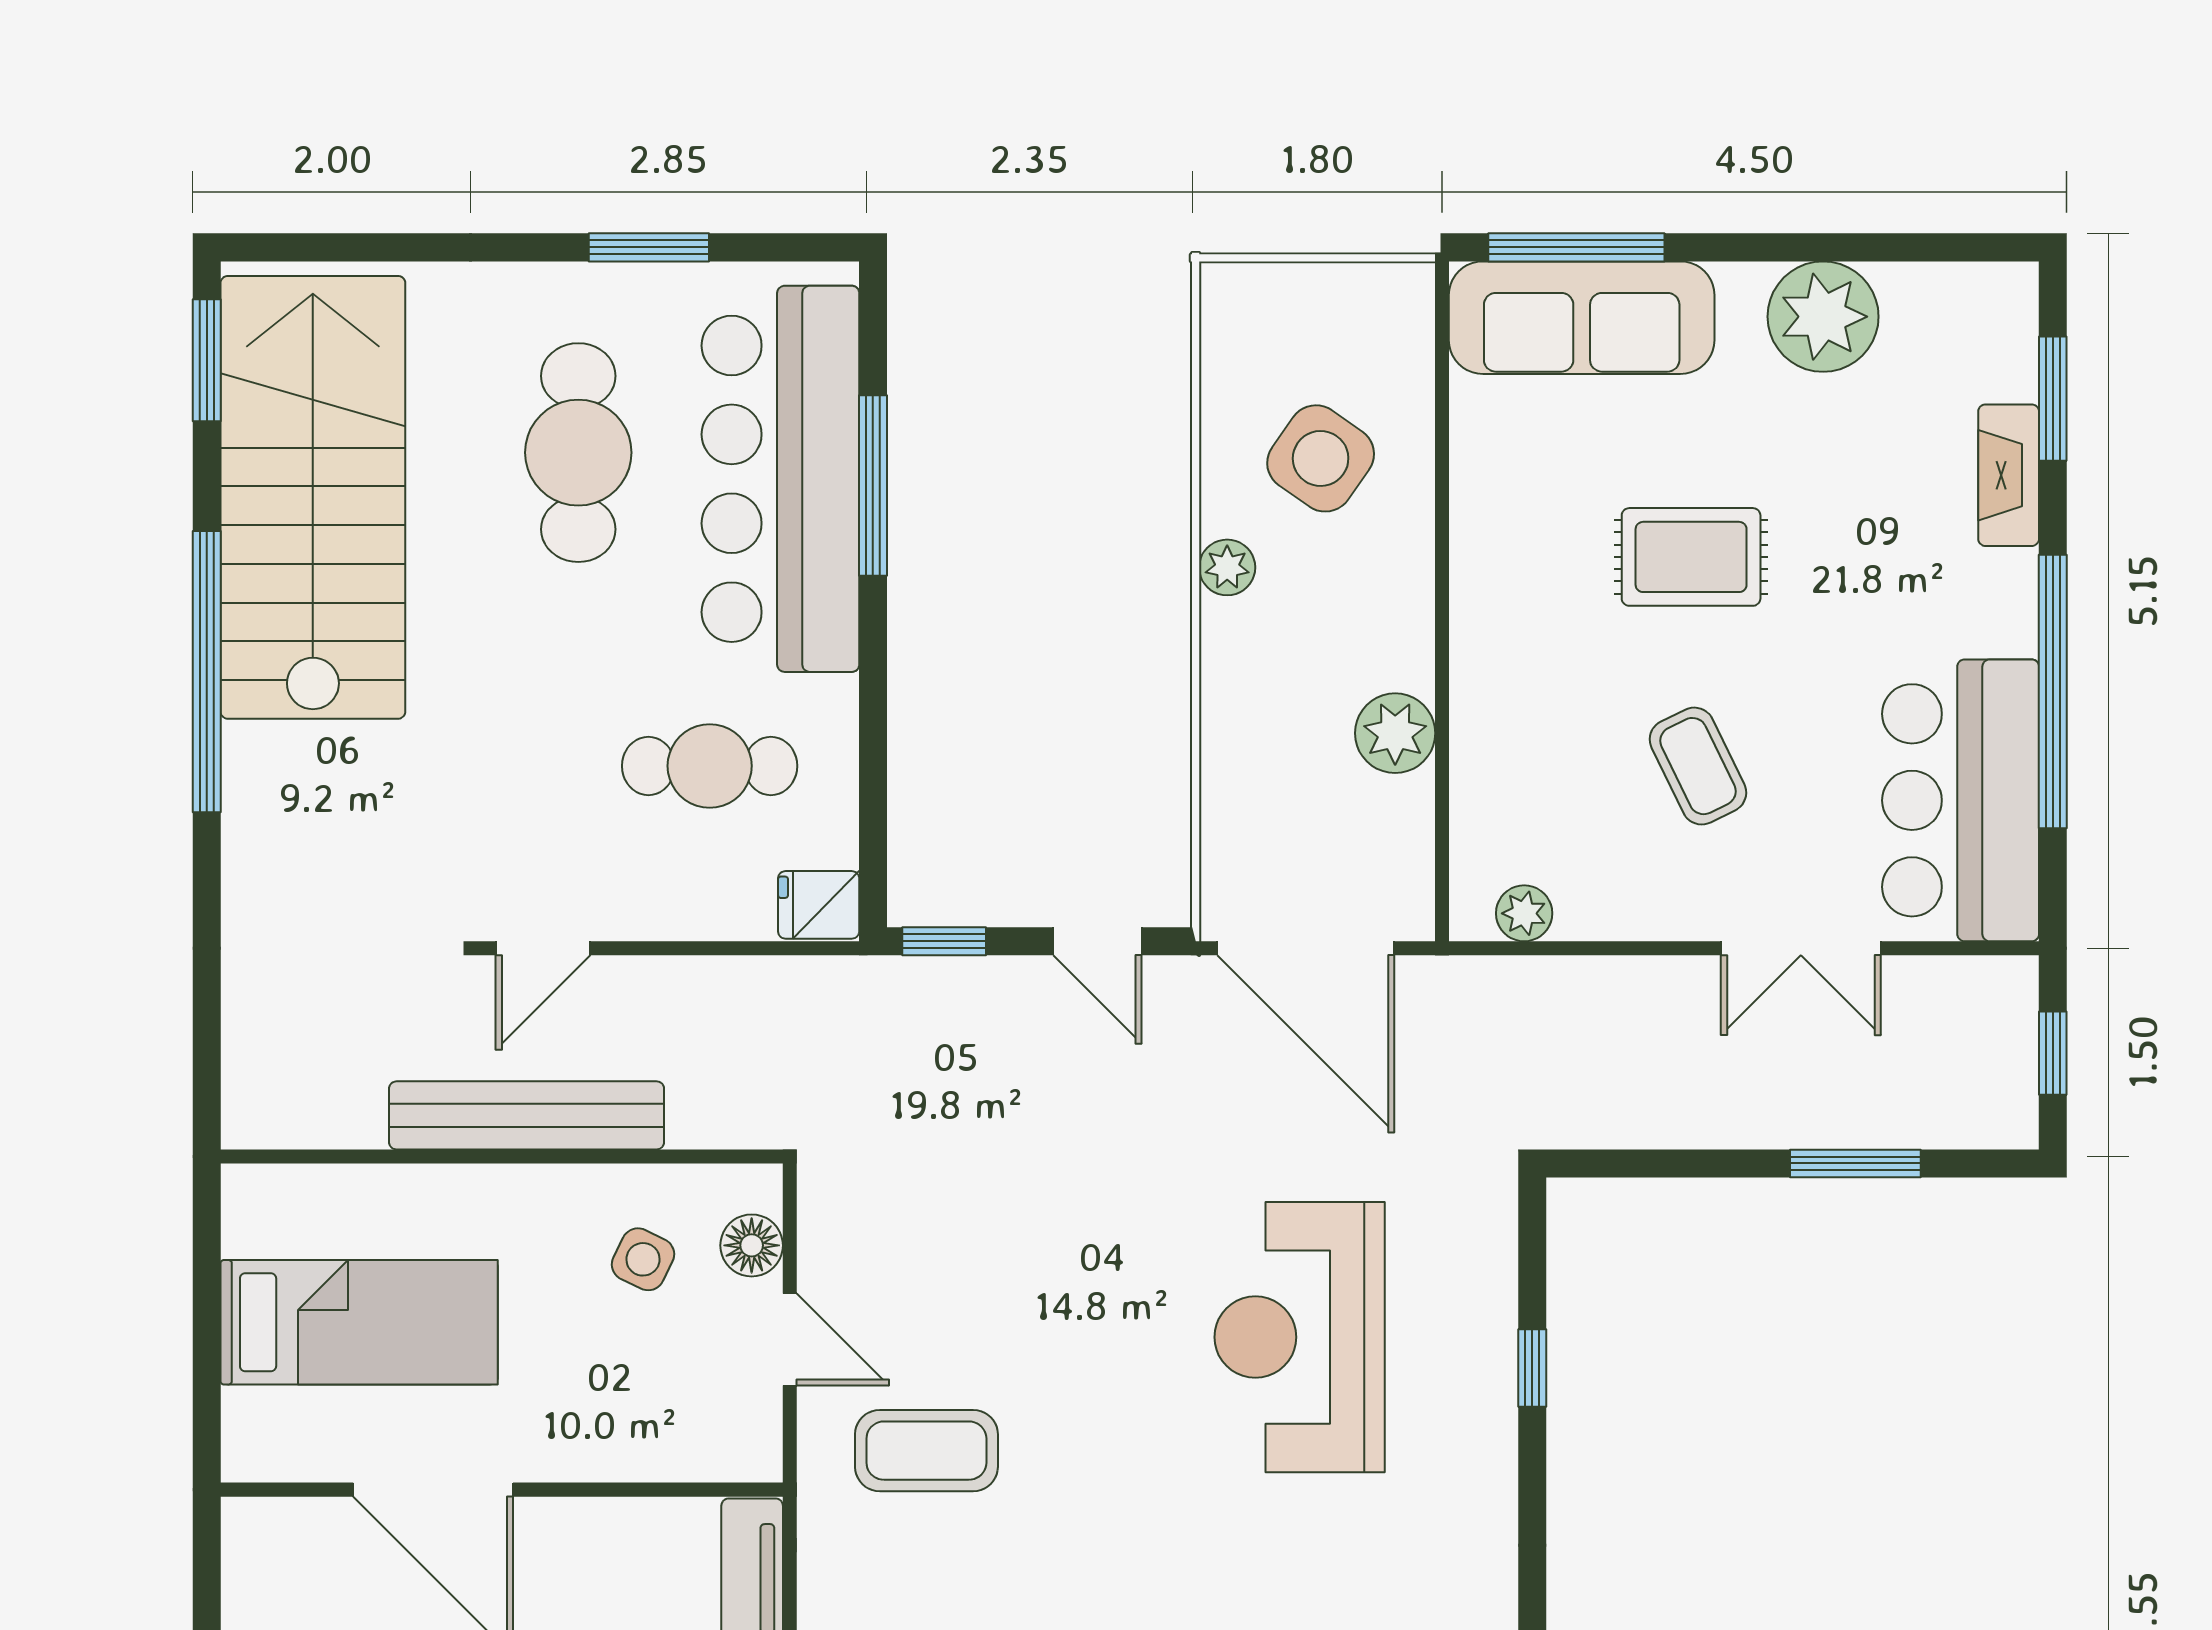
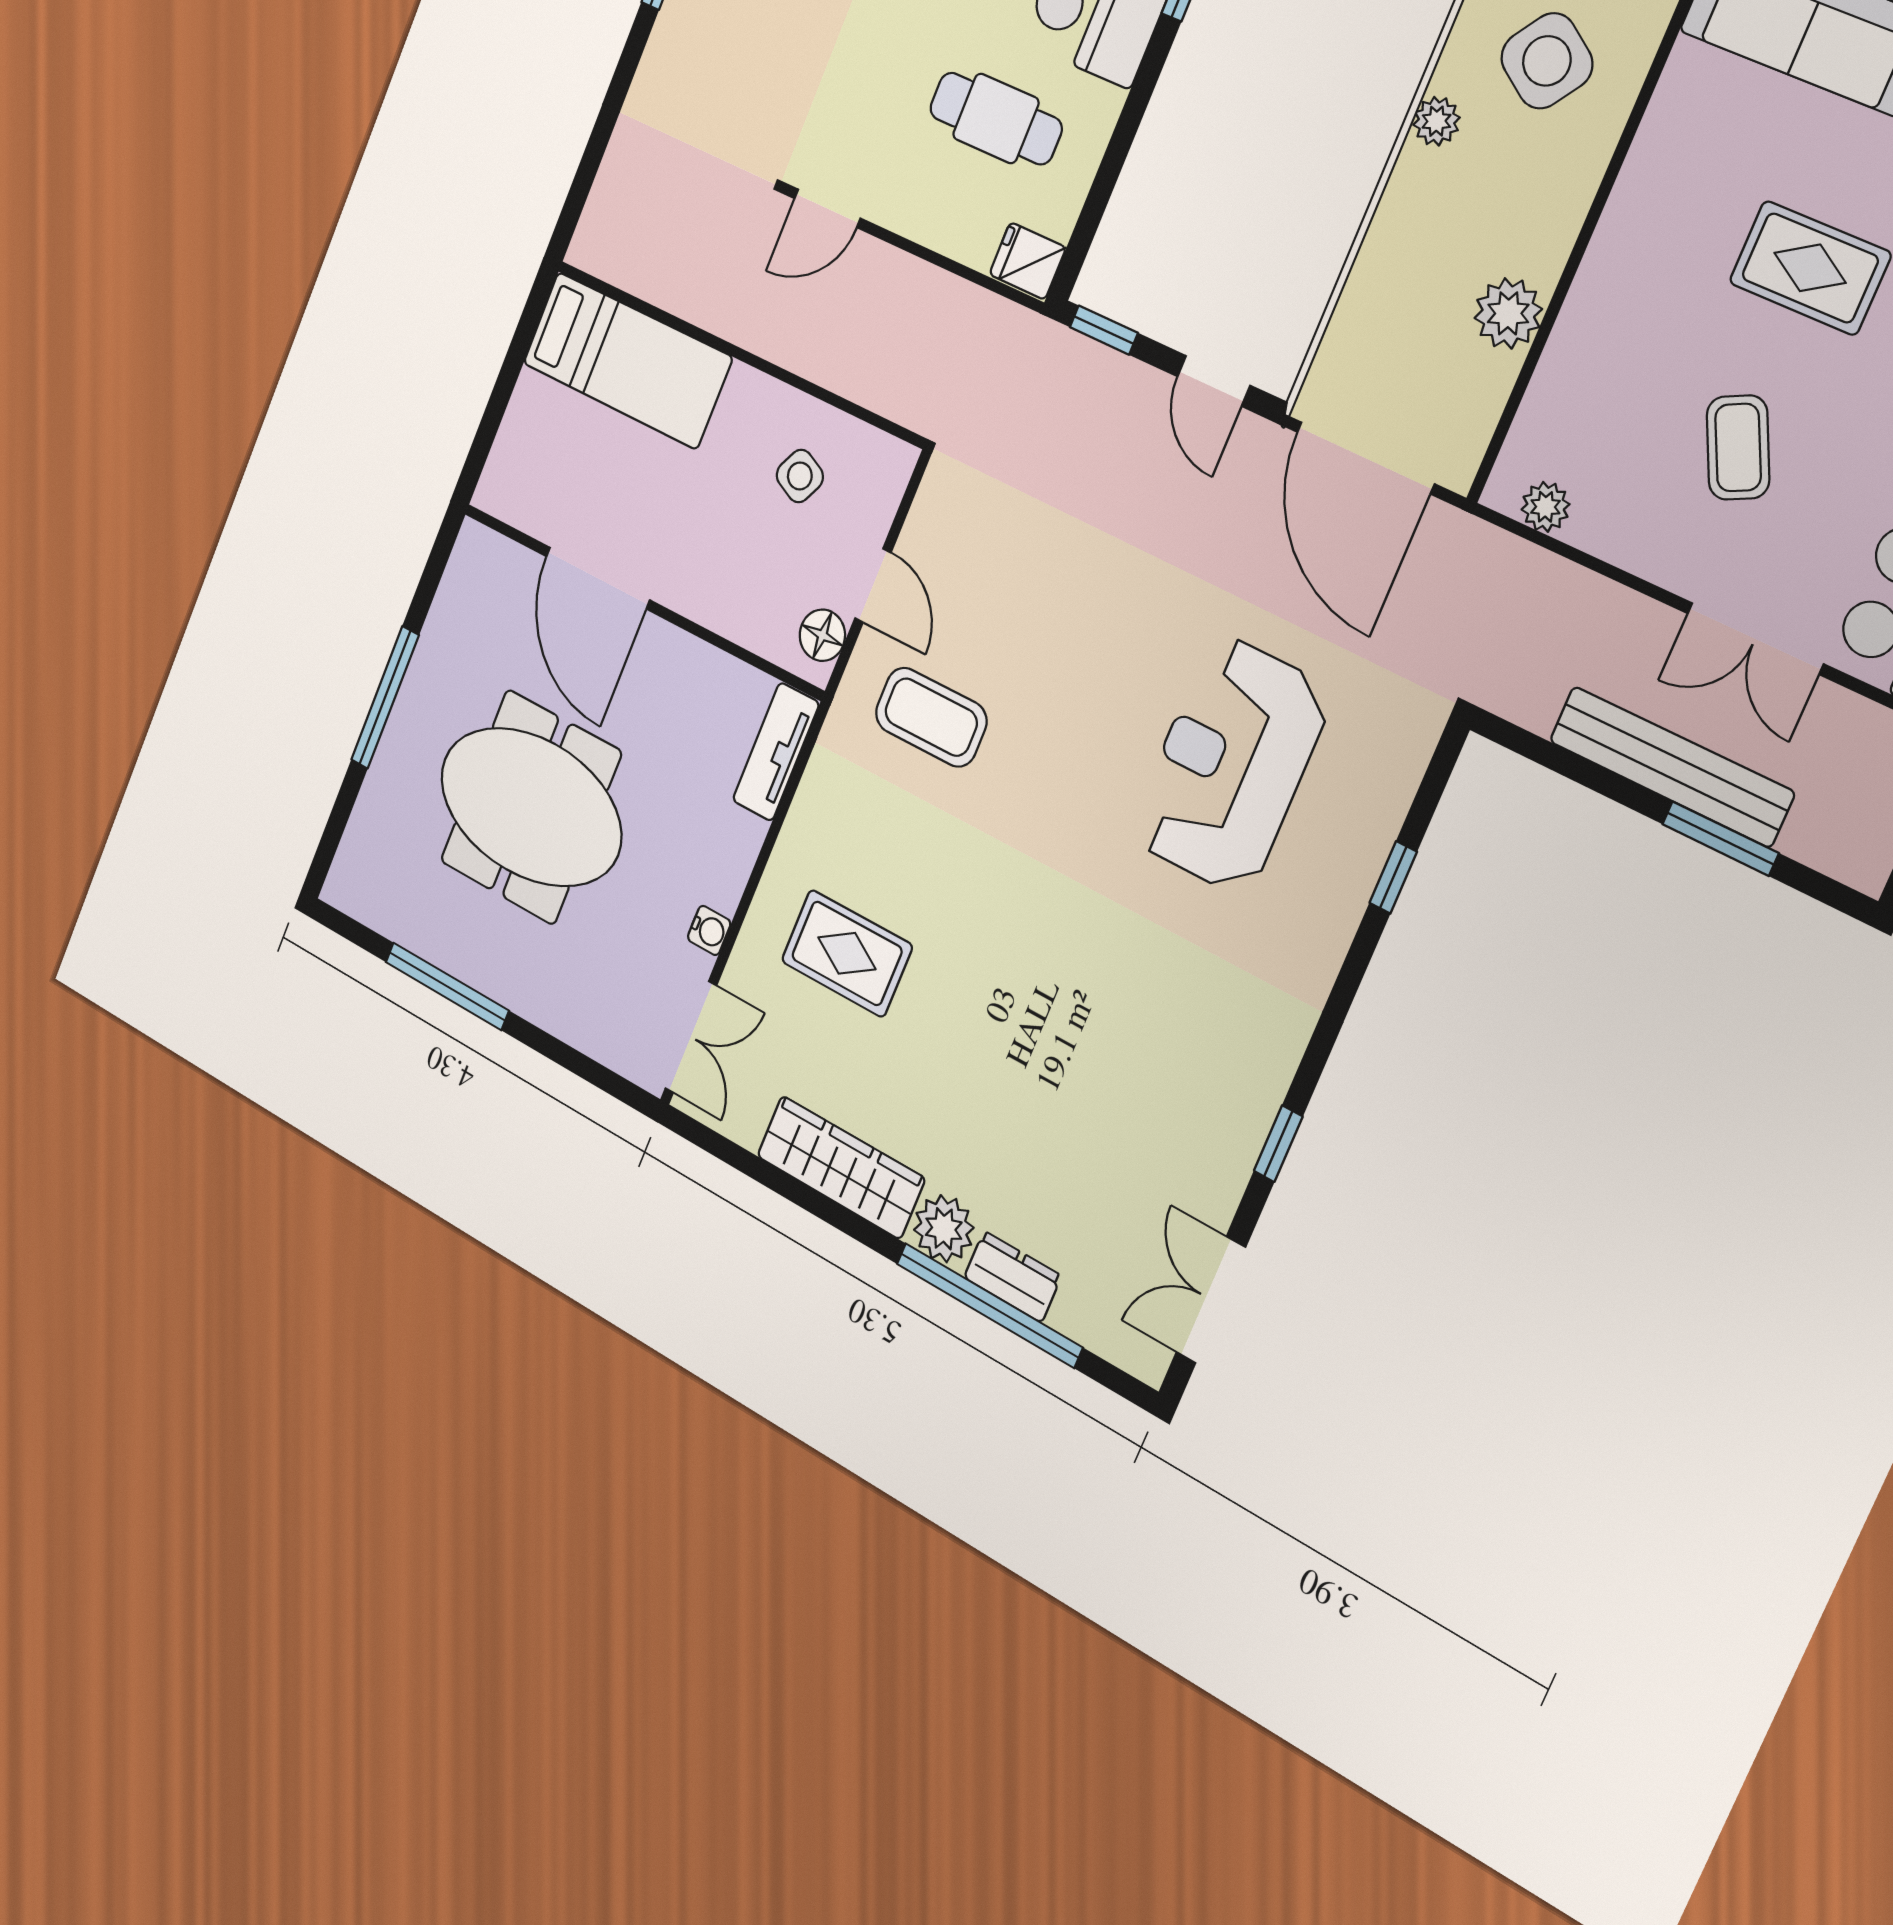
bench: (527, 1115) -> (1671, 766), moved
floor lamp: (752, 1245) -> (822, 635), moved
bed: (359, 1322) -> (627, 360), moved

